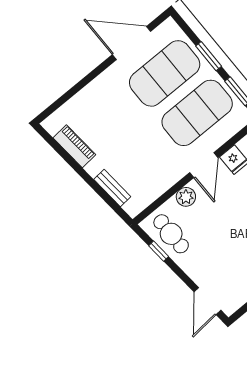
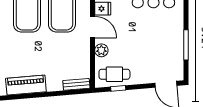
piano: (74, 146) -> (26, 85), width x1.37, depth x1.33
bench: (112, 188) -> (76, 84), moved

